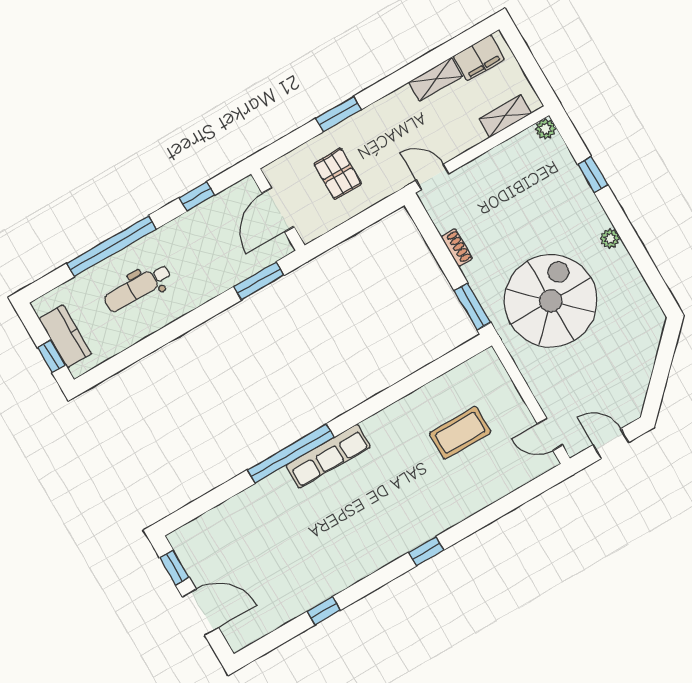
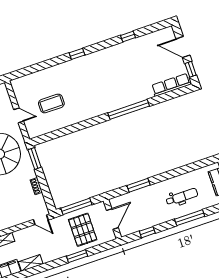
pallet: (338, 174) -> (83, 230), width x1.50, depth x1.42
window: (361, 221) -> (76, 206), added
window: (111, 246) -> (190, 218), width x0.68
window: (259, 281) -> (138, 185), moved
door: (550, 434) -> (19, 115), moved
row of seats: (328, 456) -> (171, 85), moved

